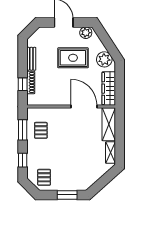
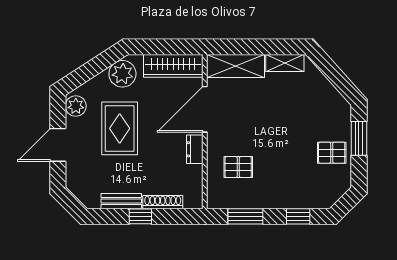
window: (23, 84) -> (140, 216), moved
dresser: (61, 101) -> (195, 149), added
pallet: (41, 130) -> (238, 167), moved
pallet: (44, 177) -> (332, 153), moved

